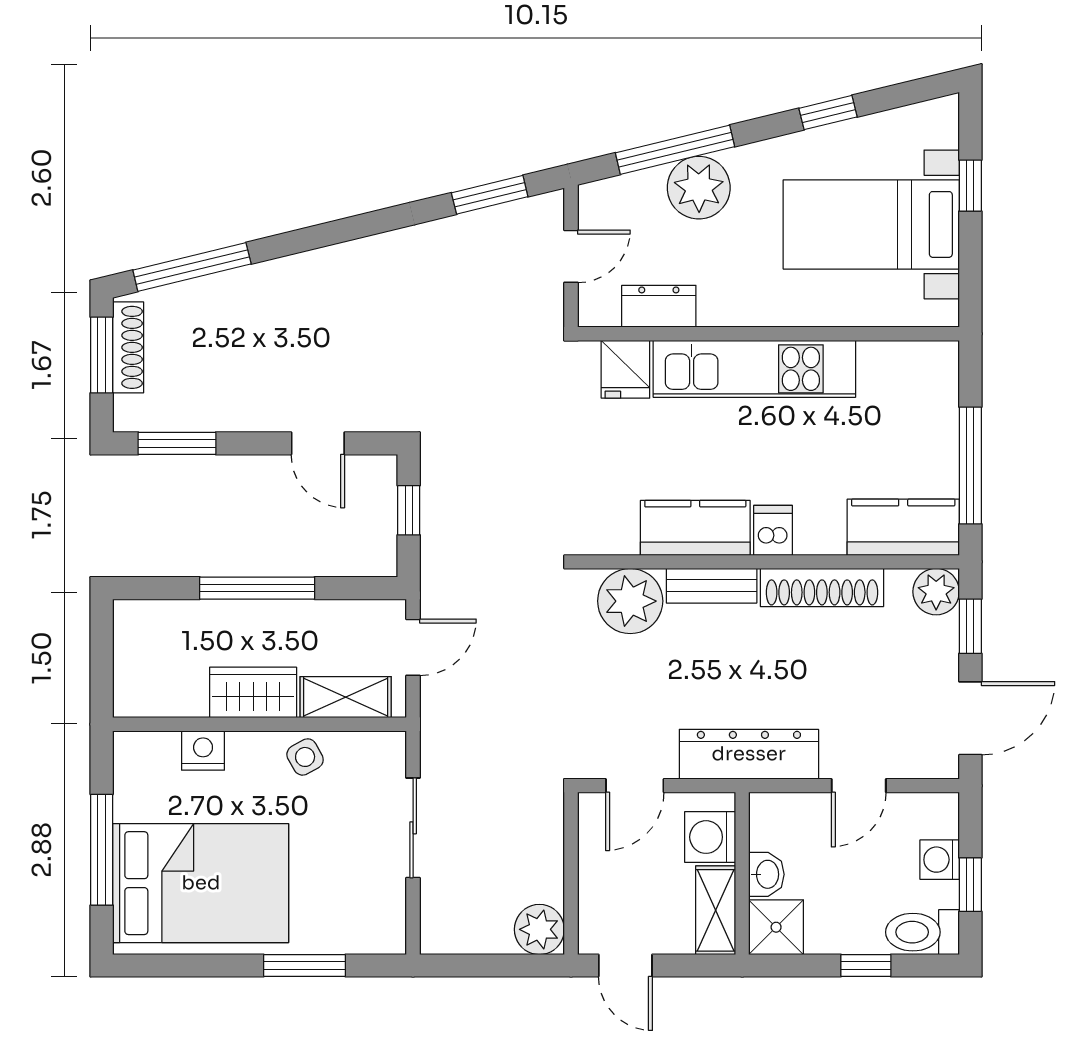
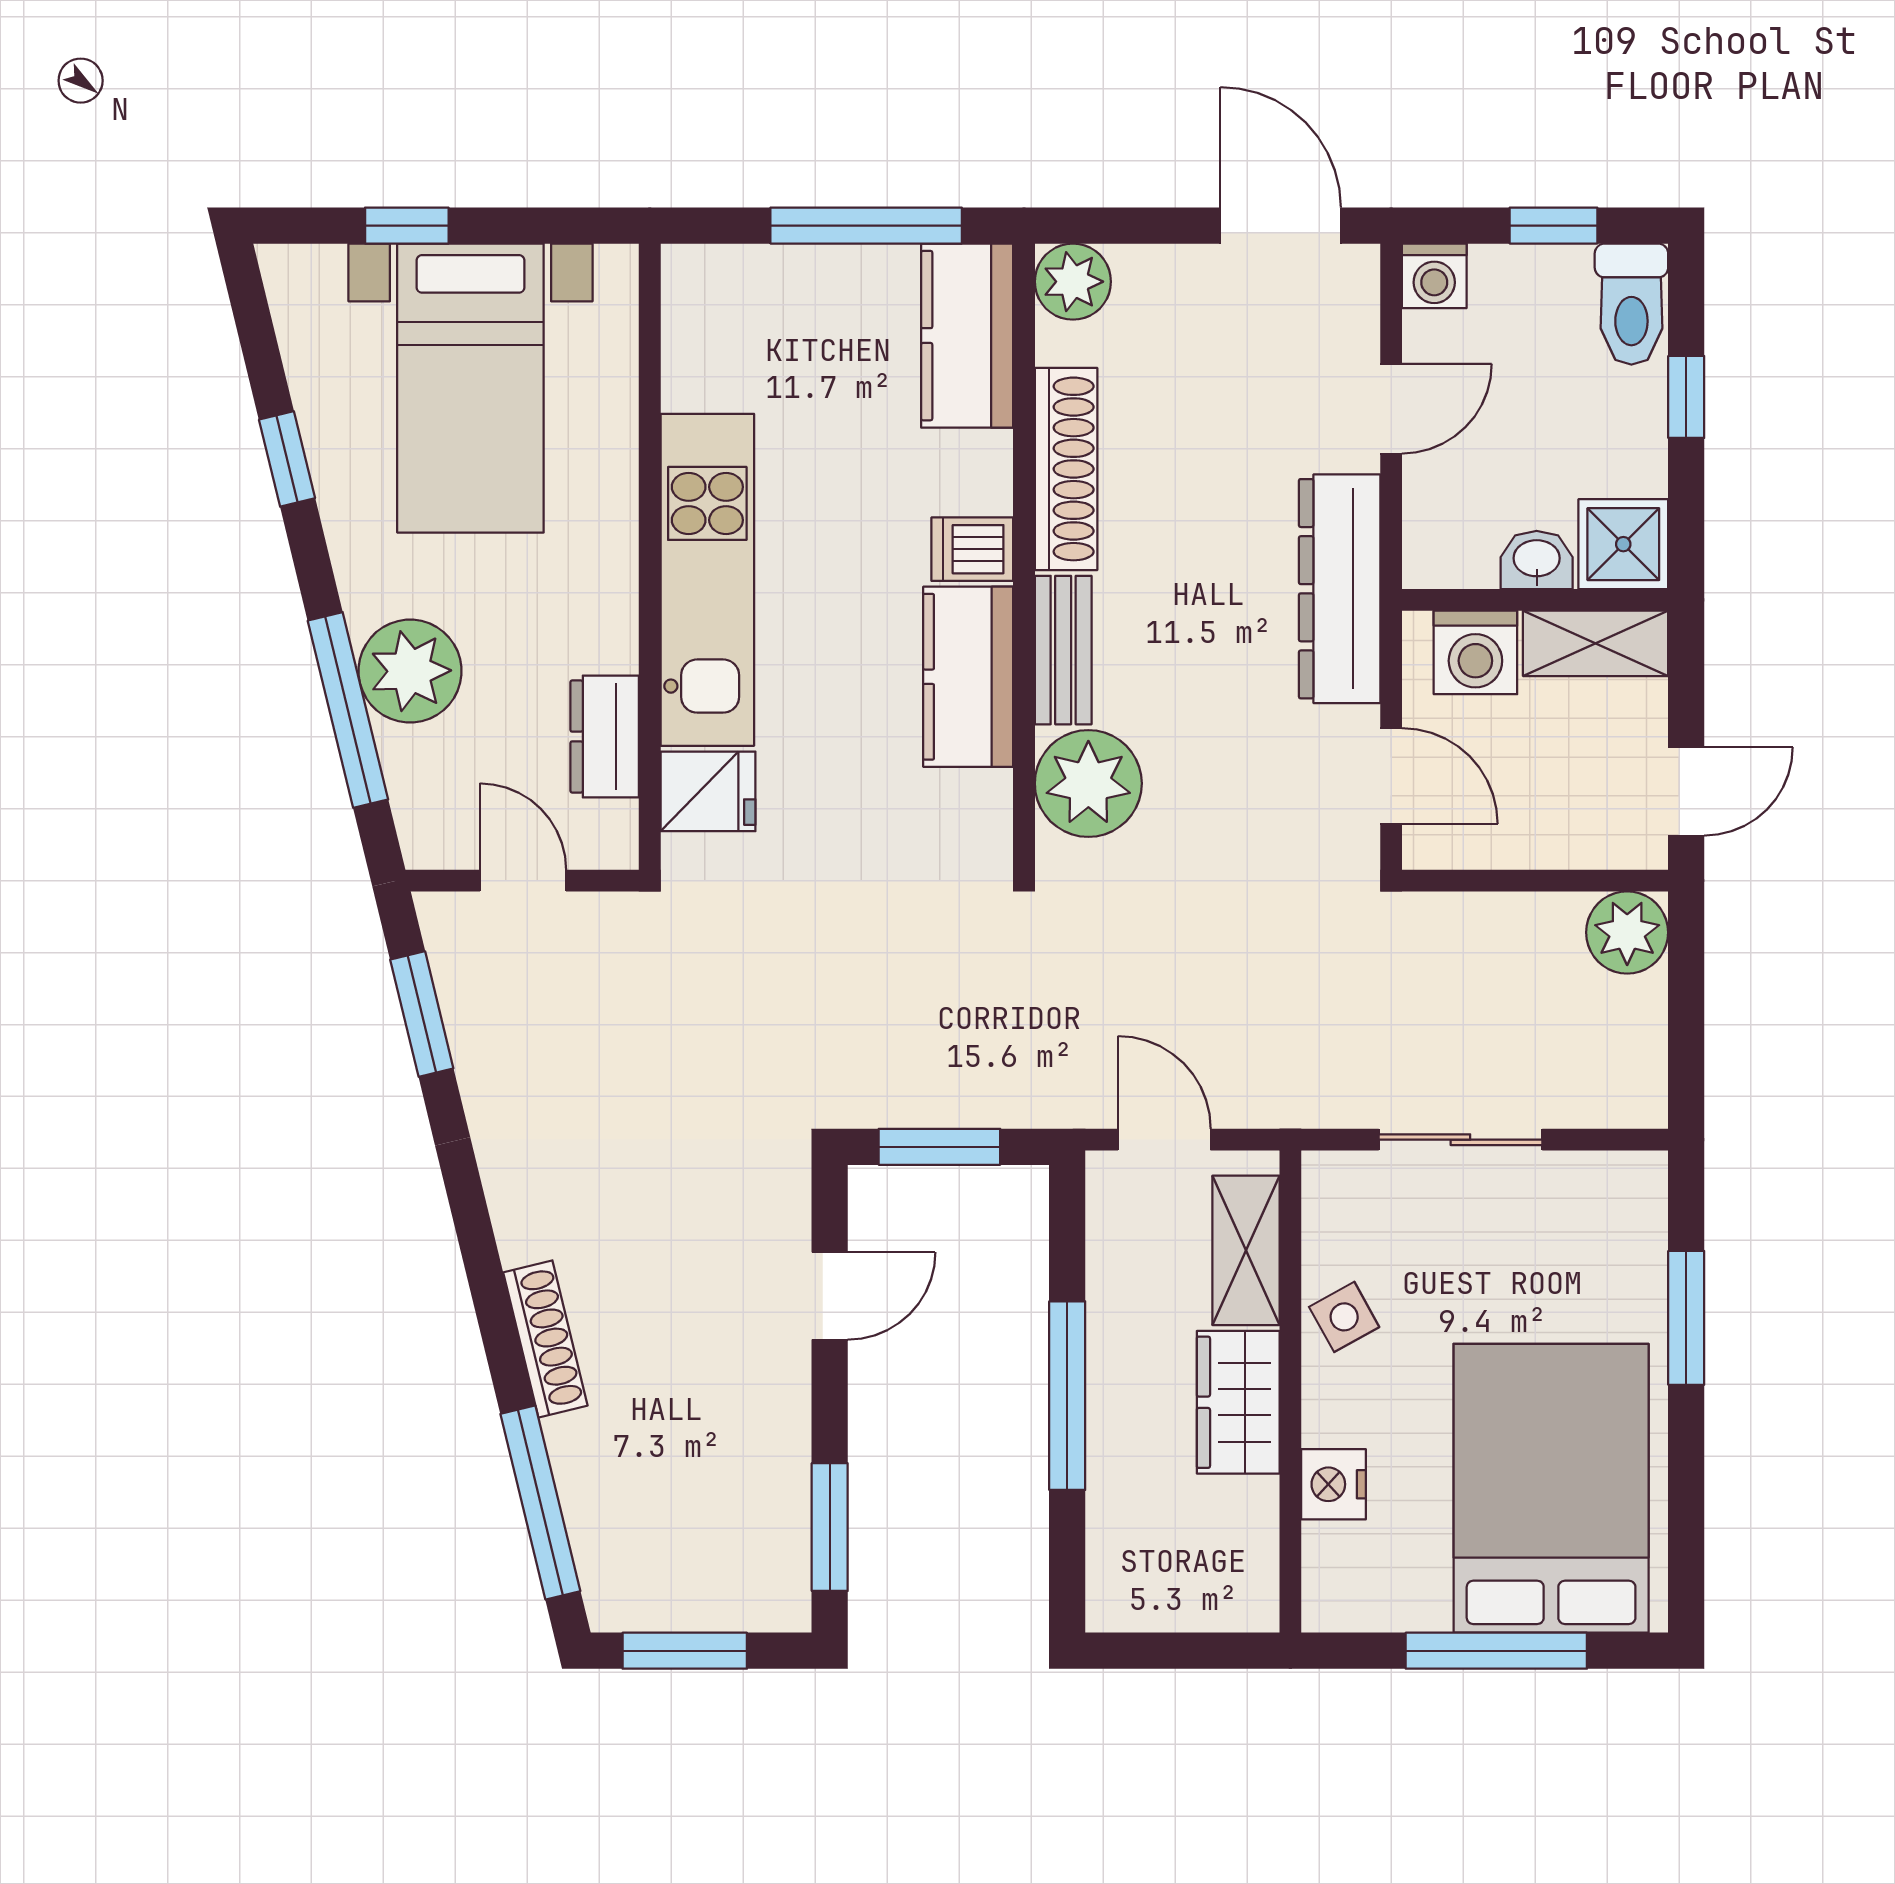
shoe rack: (128, 347) -> (545, 1339), moved, turned 76
window: (409, 510) -> (939, 1147), width x1.50
window: (970, 626) -> (1129, 226), removed
door: (859, 786) -> (1391, 409), hinge flipped
washing machine: (940, 860) -> (1434, 276), moved

